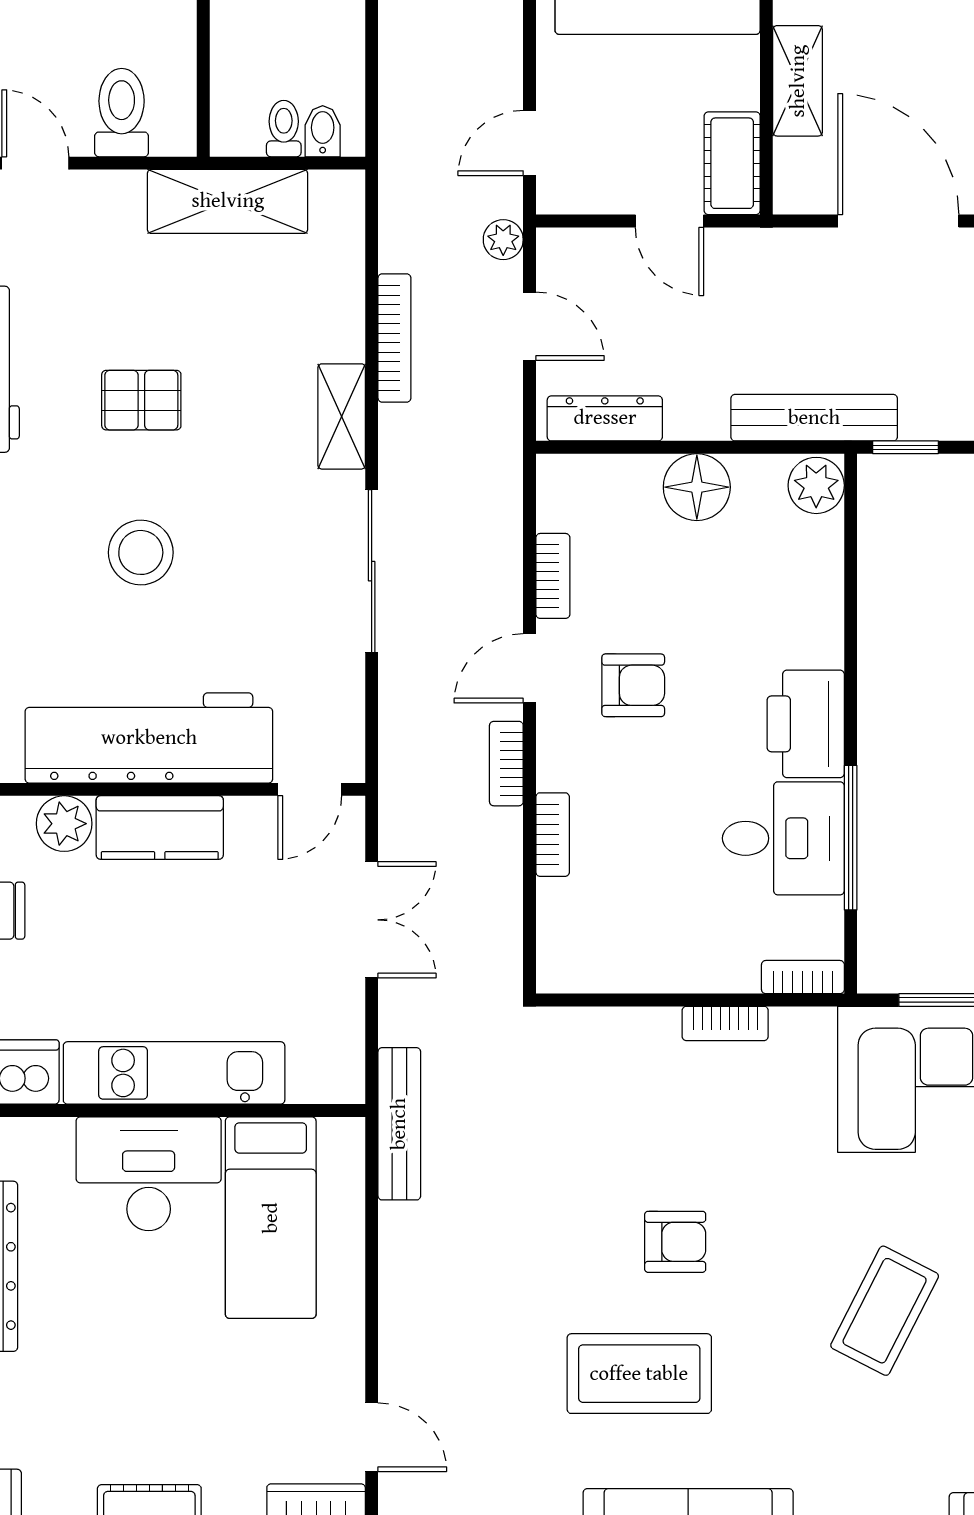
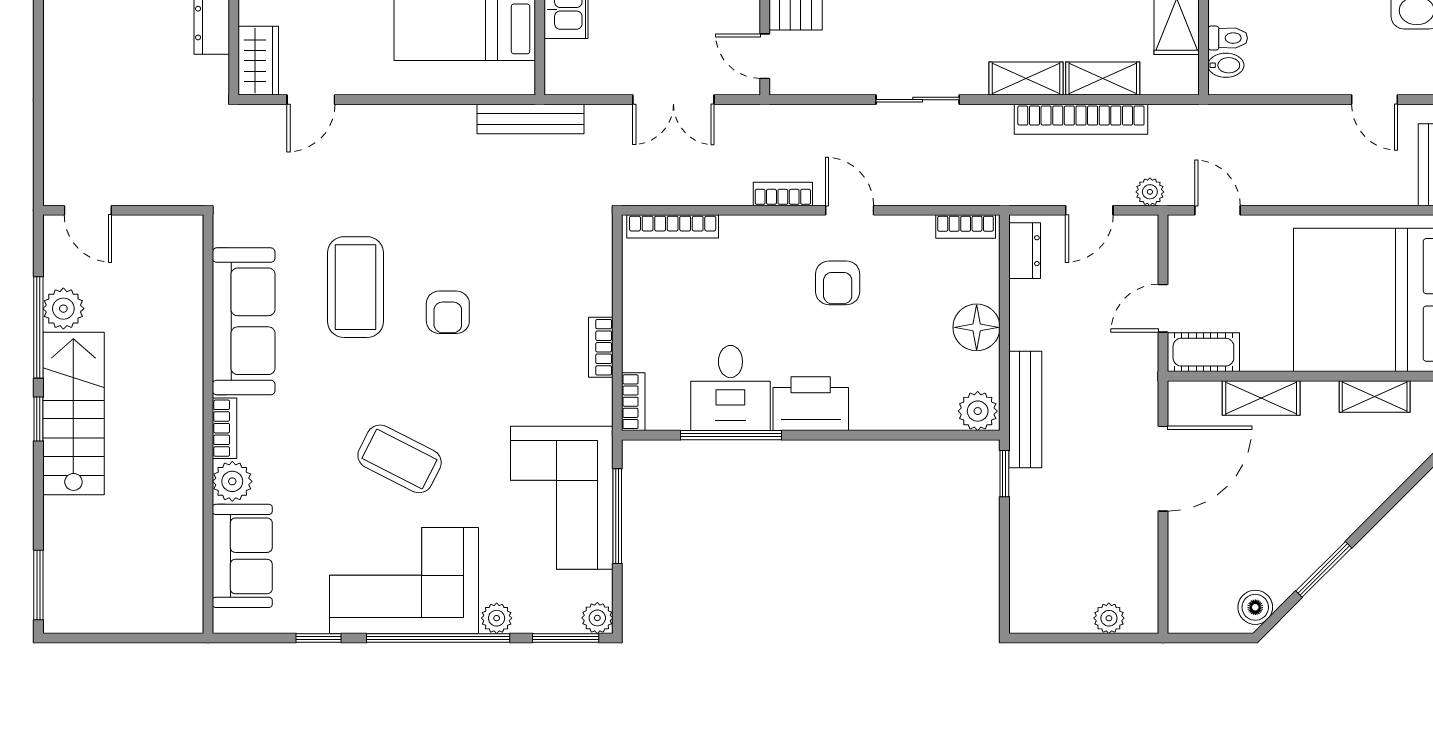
shelving: (342, 307) -> (1103, 79), added
bookcase: (394, 338) -> (1081, 119), width x1.48, depth x1.31
dresser: (605, 418) -> (1025, 251), width x0.70
sliding door: (372, 571) -> (918, 100), width x0.73
bookcase: (553, 576) -> (966, 227), moved
bookcase: (553, 835) -> (673, 226), moved, width x1.56

